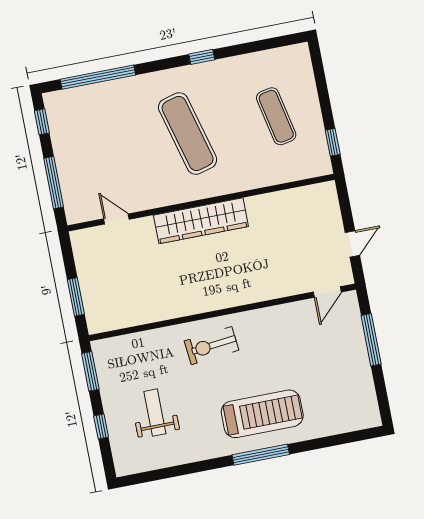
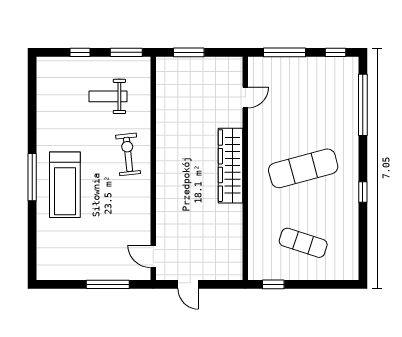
exercise mat: (276, 116) -> (303, 243), turned 30
weight bench: (155, 413) -> (108, 96), moved, turned 180

